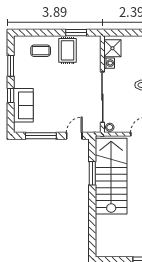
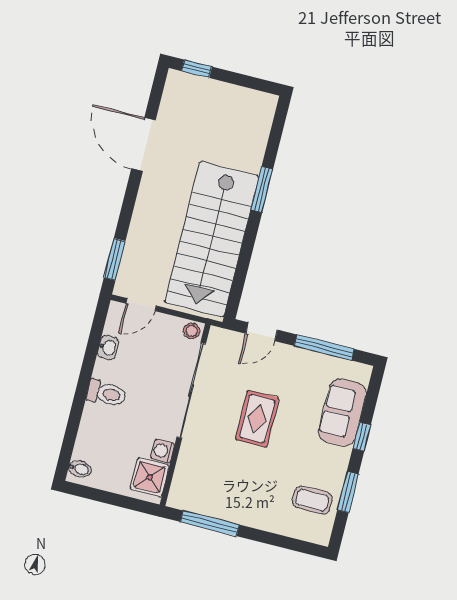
window: (76, 33) -> (210, 523), width x1.44
rug: (68, 50) -> (257, 419), moved
coffee table: (41, 51) -> (312, 500), moved
window: (92, 173) -> (262, 189), moved

